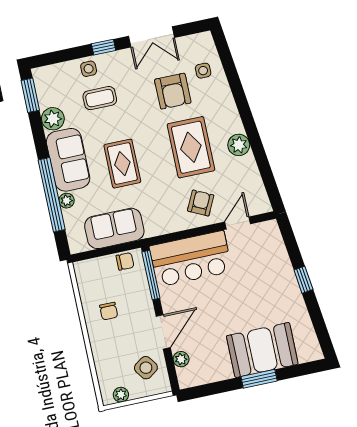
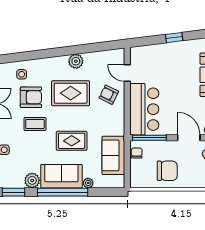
coffee table: (100, 98) -> (35, 124), moved, turned 90
window: (52, 195) -> (63, 192), moved
chair: (109, 311) -> (167, 171), width x1.87, depth x1.87

